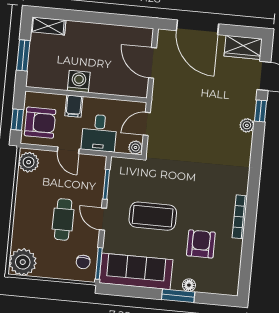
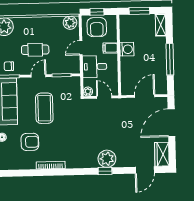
window: (102, 18) -> (170, 59), added
window: (261, 111) -> (105, 171), moved
plant: (247, 125) -> (107, 159), width x1.88, depth x1.88

